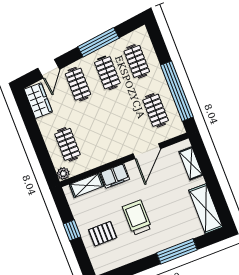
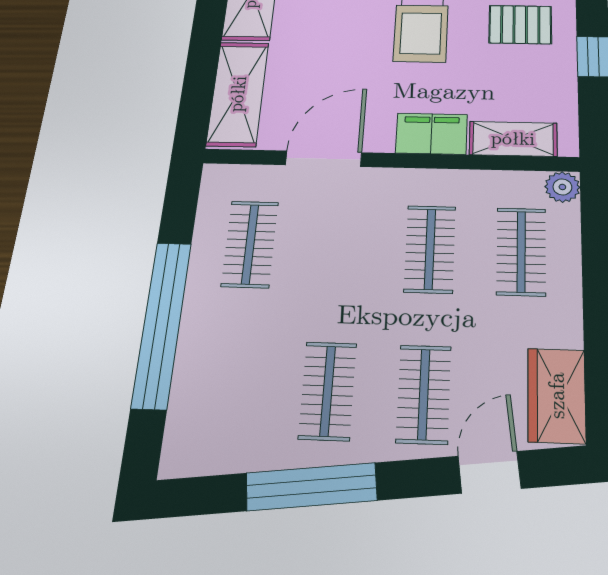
clothes rail: (137, 61) -> (430, 249), moved
window: (177, 91) -> (162, 324), moved
shelving: (191, 163) -> (238, 94), width x1.50, depth x1.33

